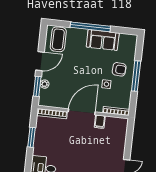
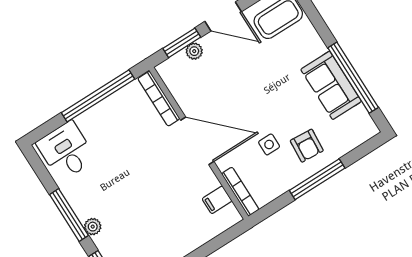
window: (90, 27) -> (353, 78), moved
filing cabinet: (100, 122) -> (217, 200), moved
window: (31, 137) -> (98, 96), width x2.11

